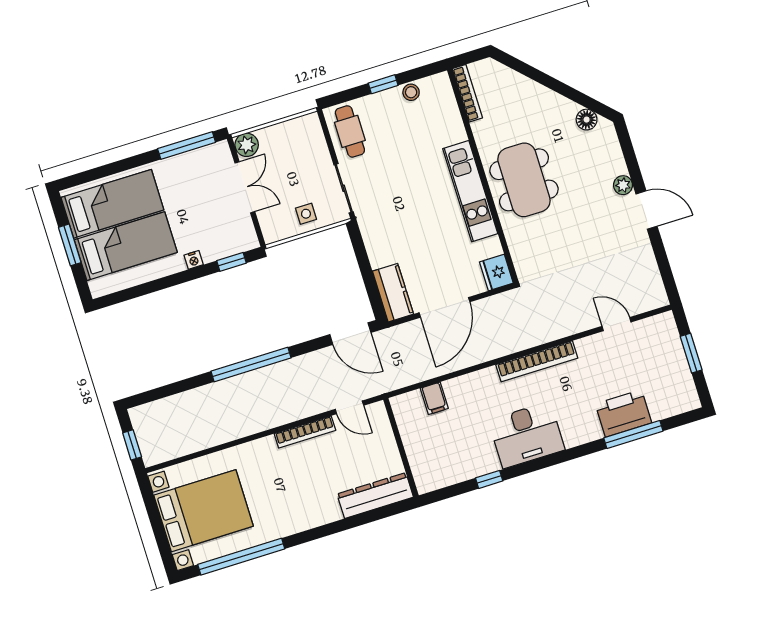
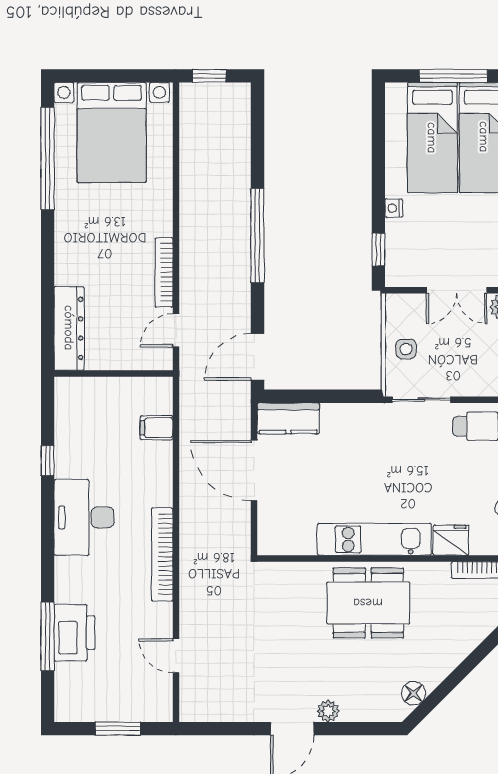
window: (70, 245) -> (453, 76), width x1.44
fridge: (496, 272) -> (451, 540), moved
door: (616, 324) -> (176, 656), swing flipped

